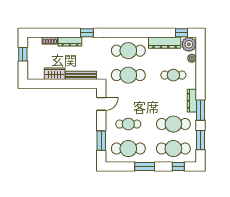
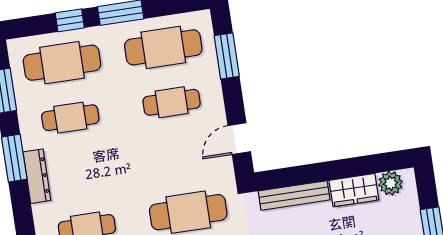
plant: (38, 74) -> (391, 183), added
cafe table: (173, 124) -> (70, 118), width x0.73, depth x0.74
window: (178, 166) -> (70, 20), moved

